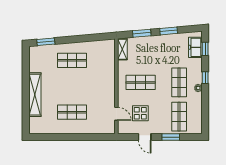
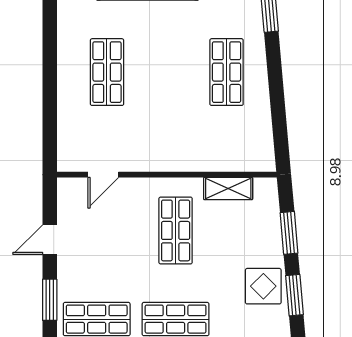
shelving: (122, 49) -> (228, 188), moved
display table: (140, 113) -> (263, 286), moved

